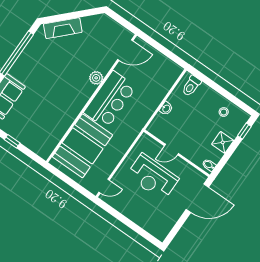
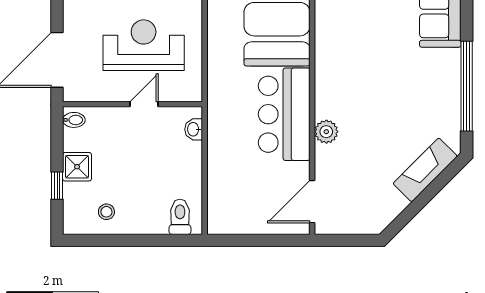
washbasin: (166, 108) -> (194, 129), moved
window: (244, 131) -> (57, 186), moved

